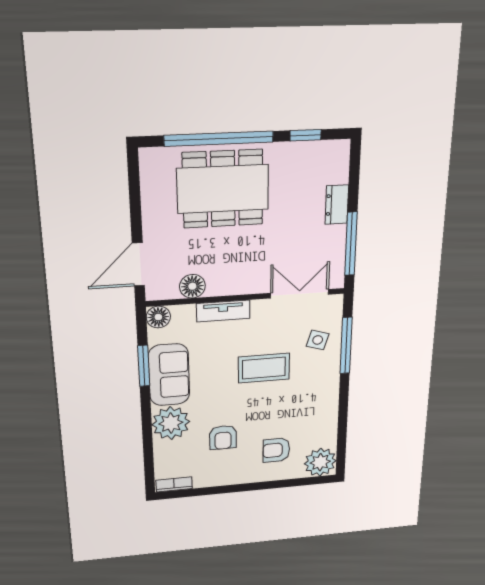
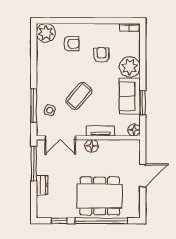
door: (138, 264) -> (143, 175), moved
floor lamp: (192, 286) -> (92, 146), moved
coffee table: (264, 368) -> (79, 96), turned -50

